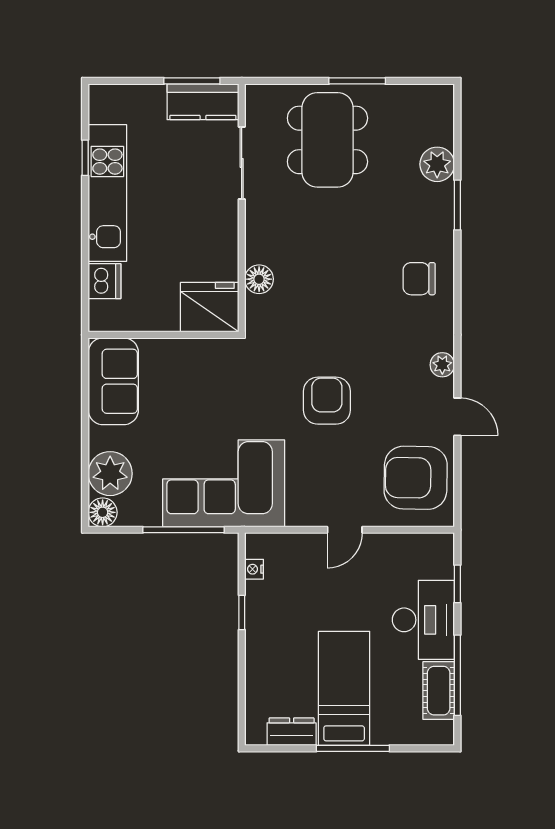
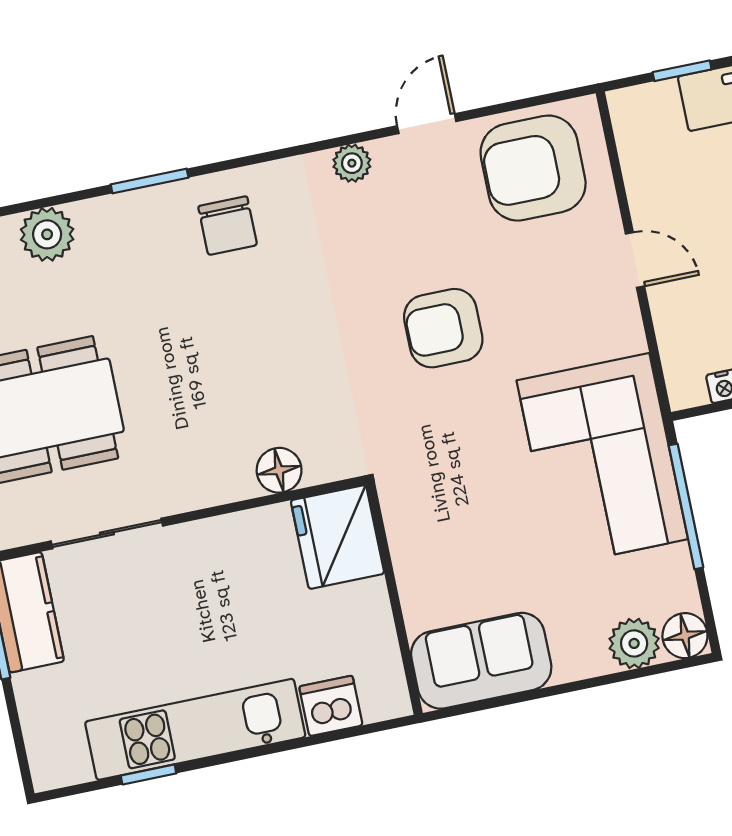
window: (457, 205) -> (150, 181), moved
plant: (110, 474) -> (634, 643), width x0.73, depth x0.73
armchair: (416, 478) -> (533, 168), turned 89

